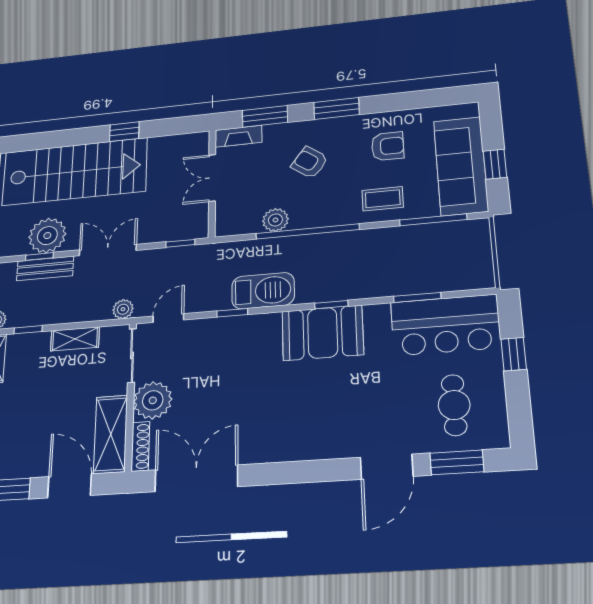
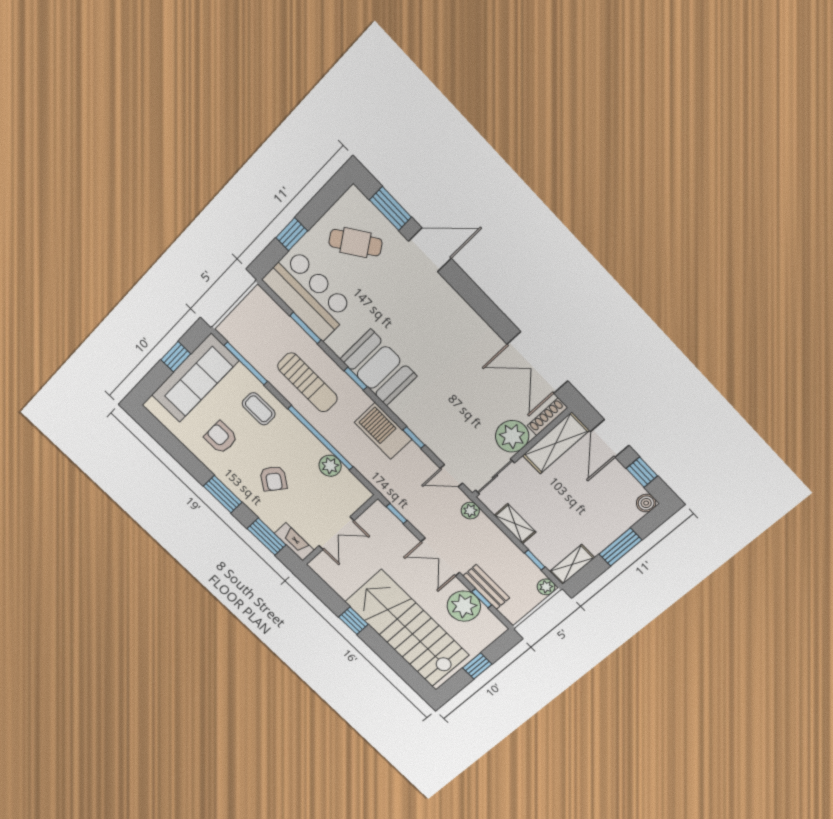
sun lounger: (367, 260) -> (307, 382), added
cafe table: (454, 405) -> (355, 243), turned 56

